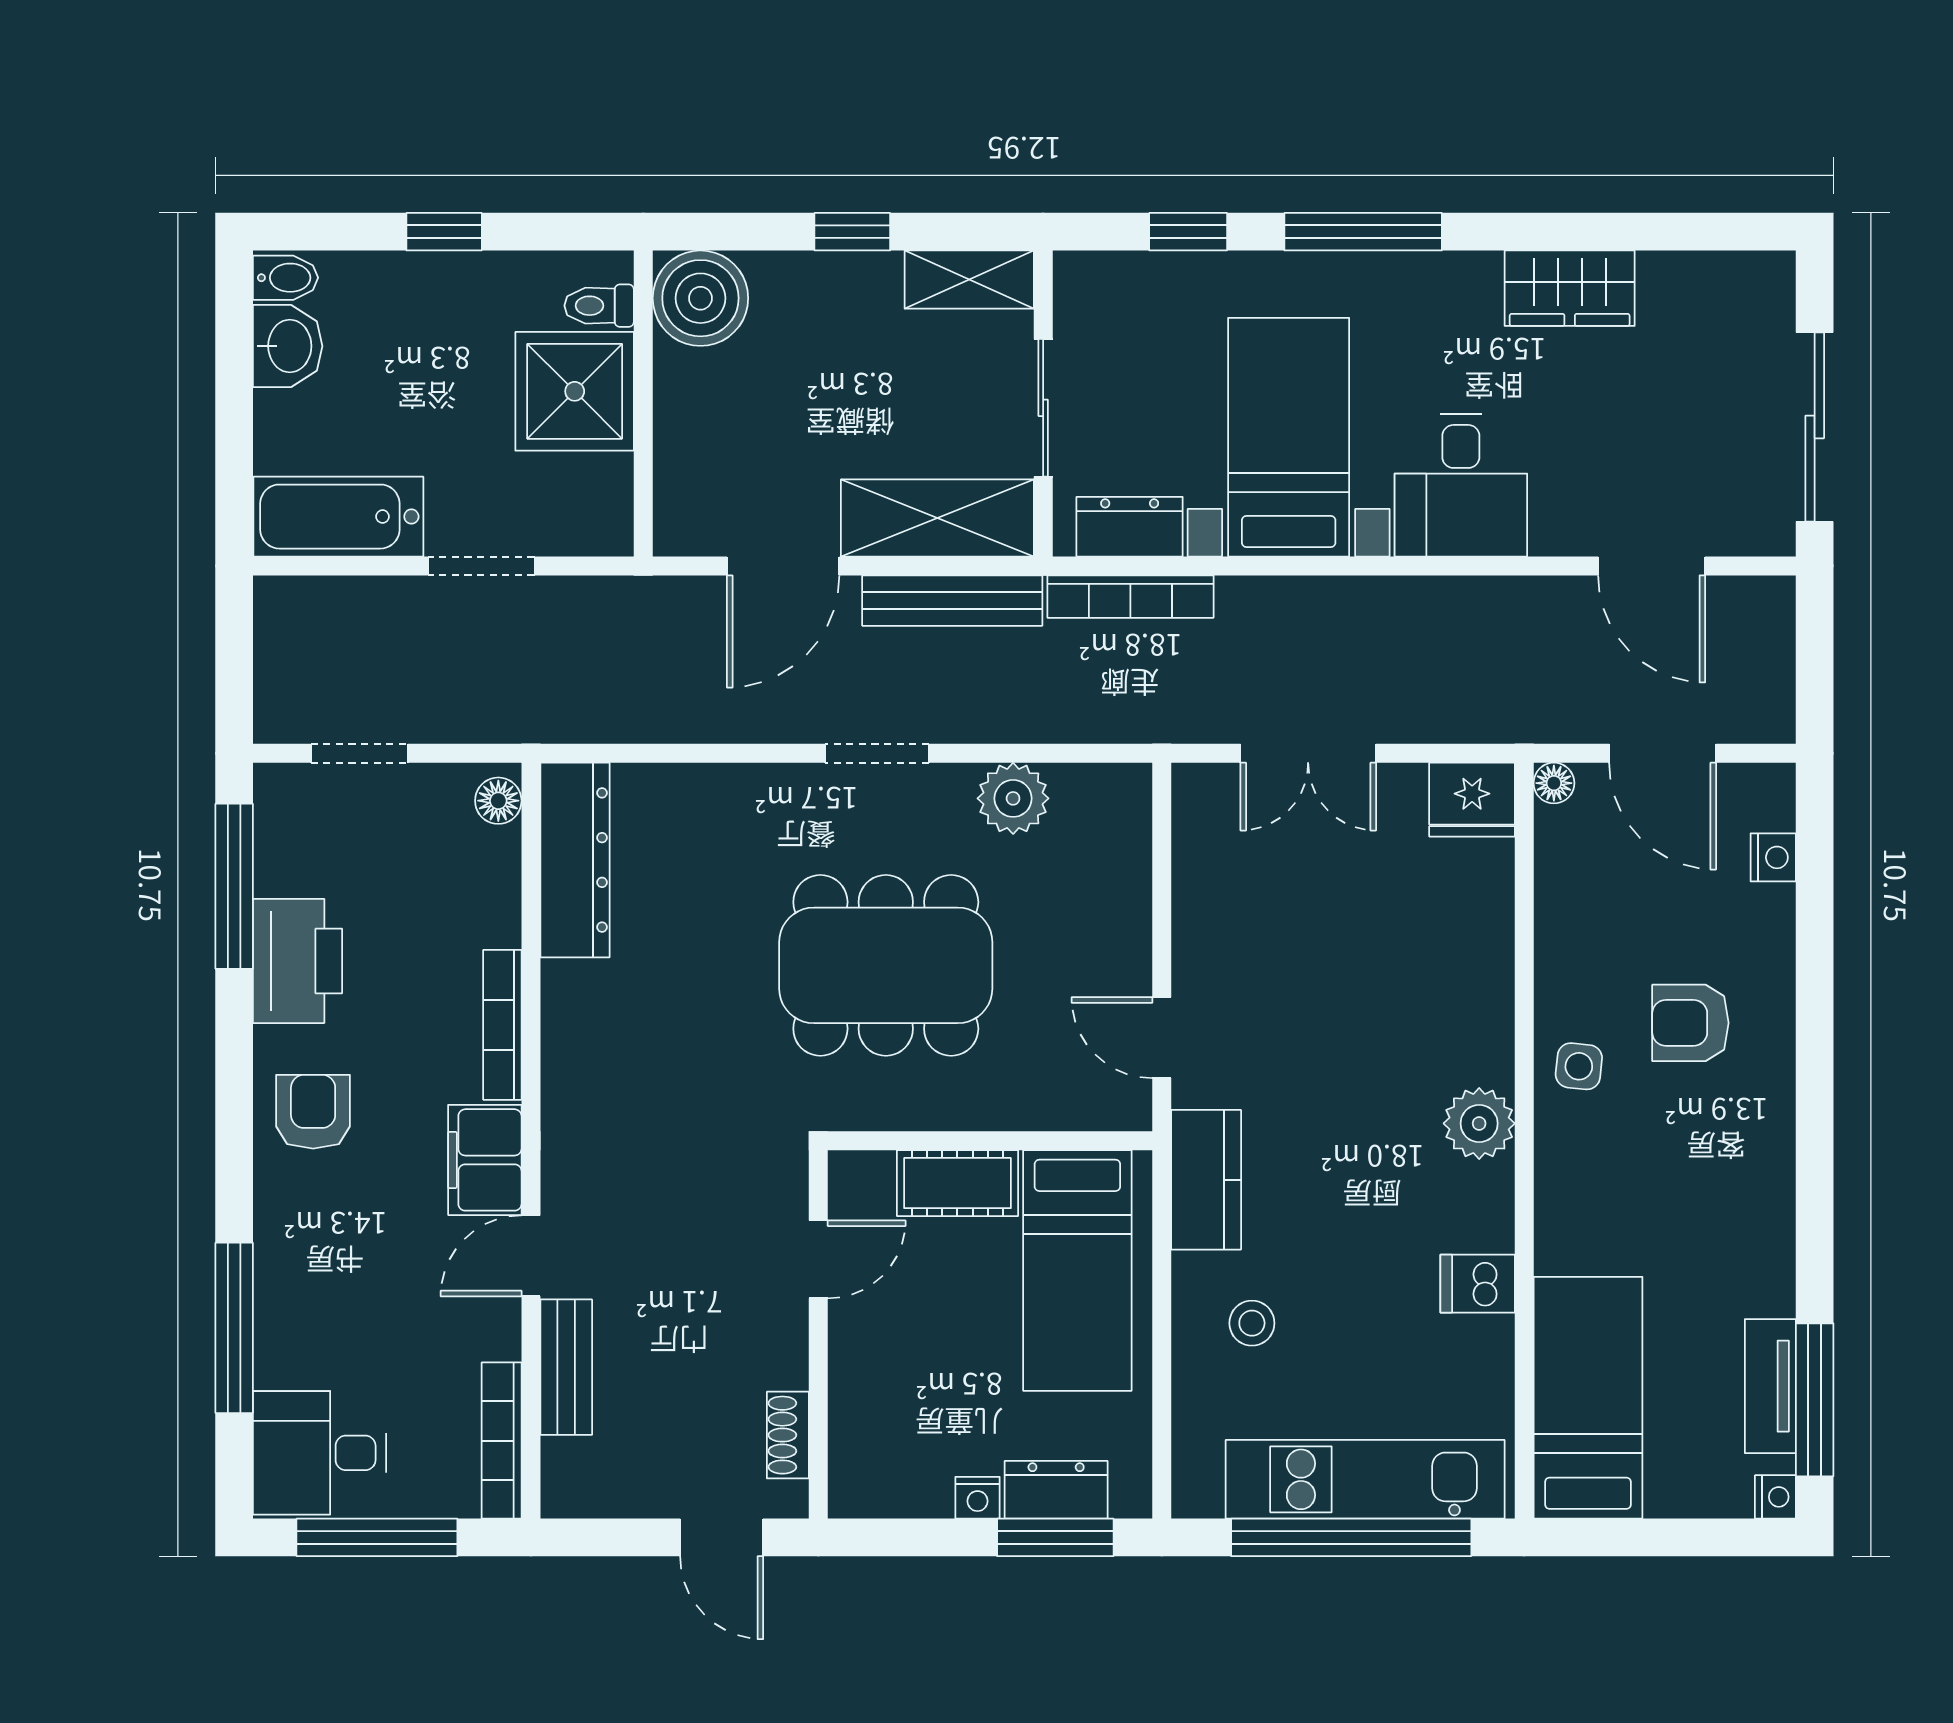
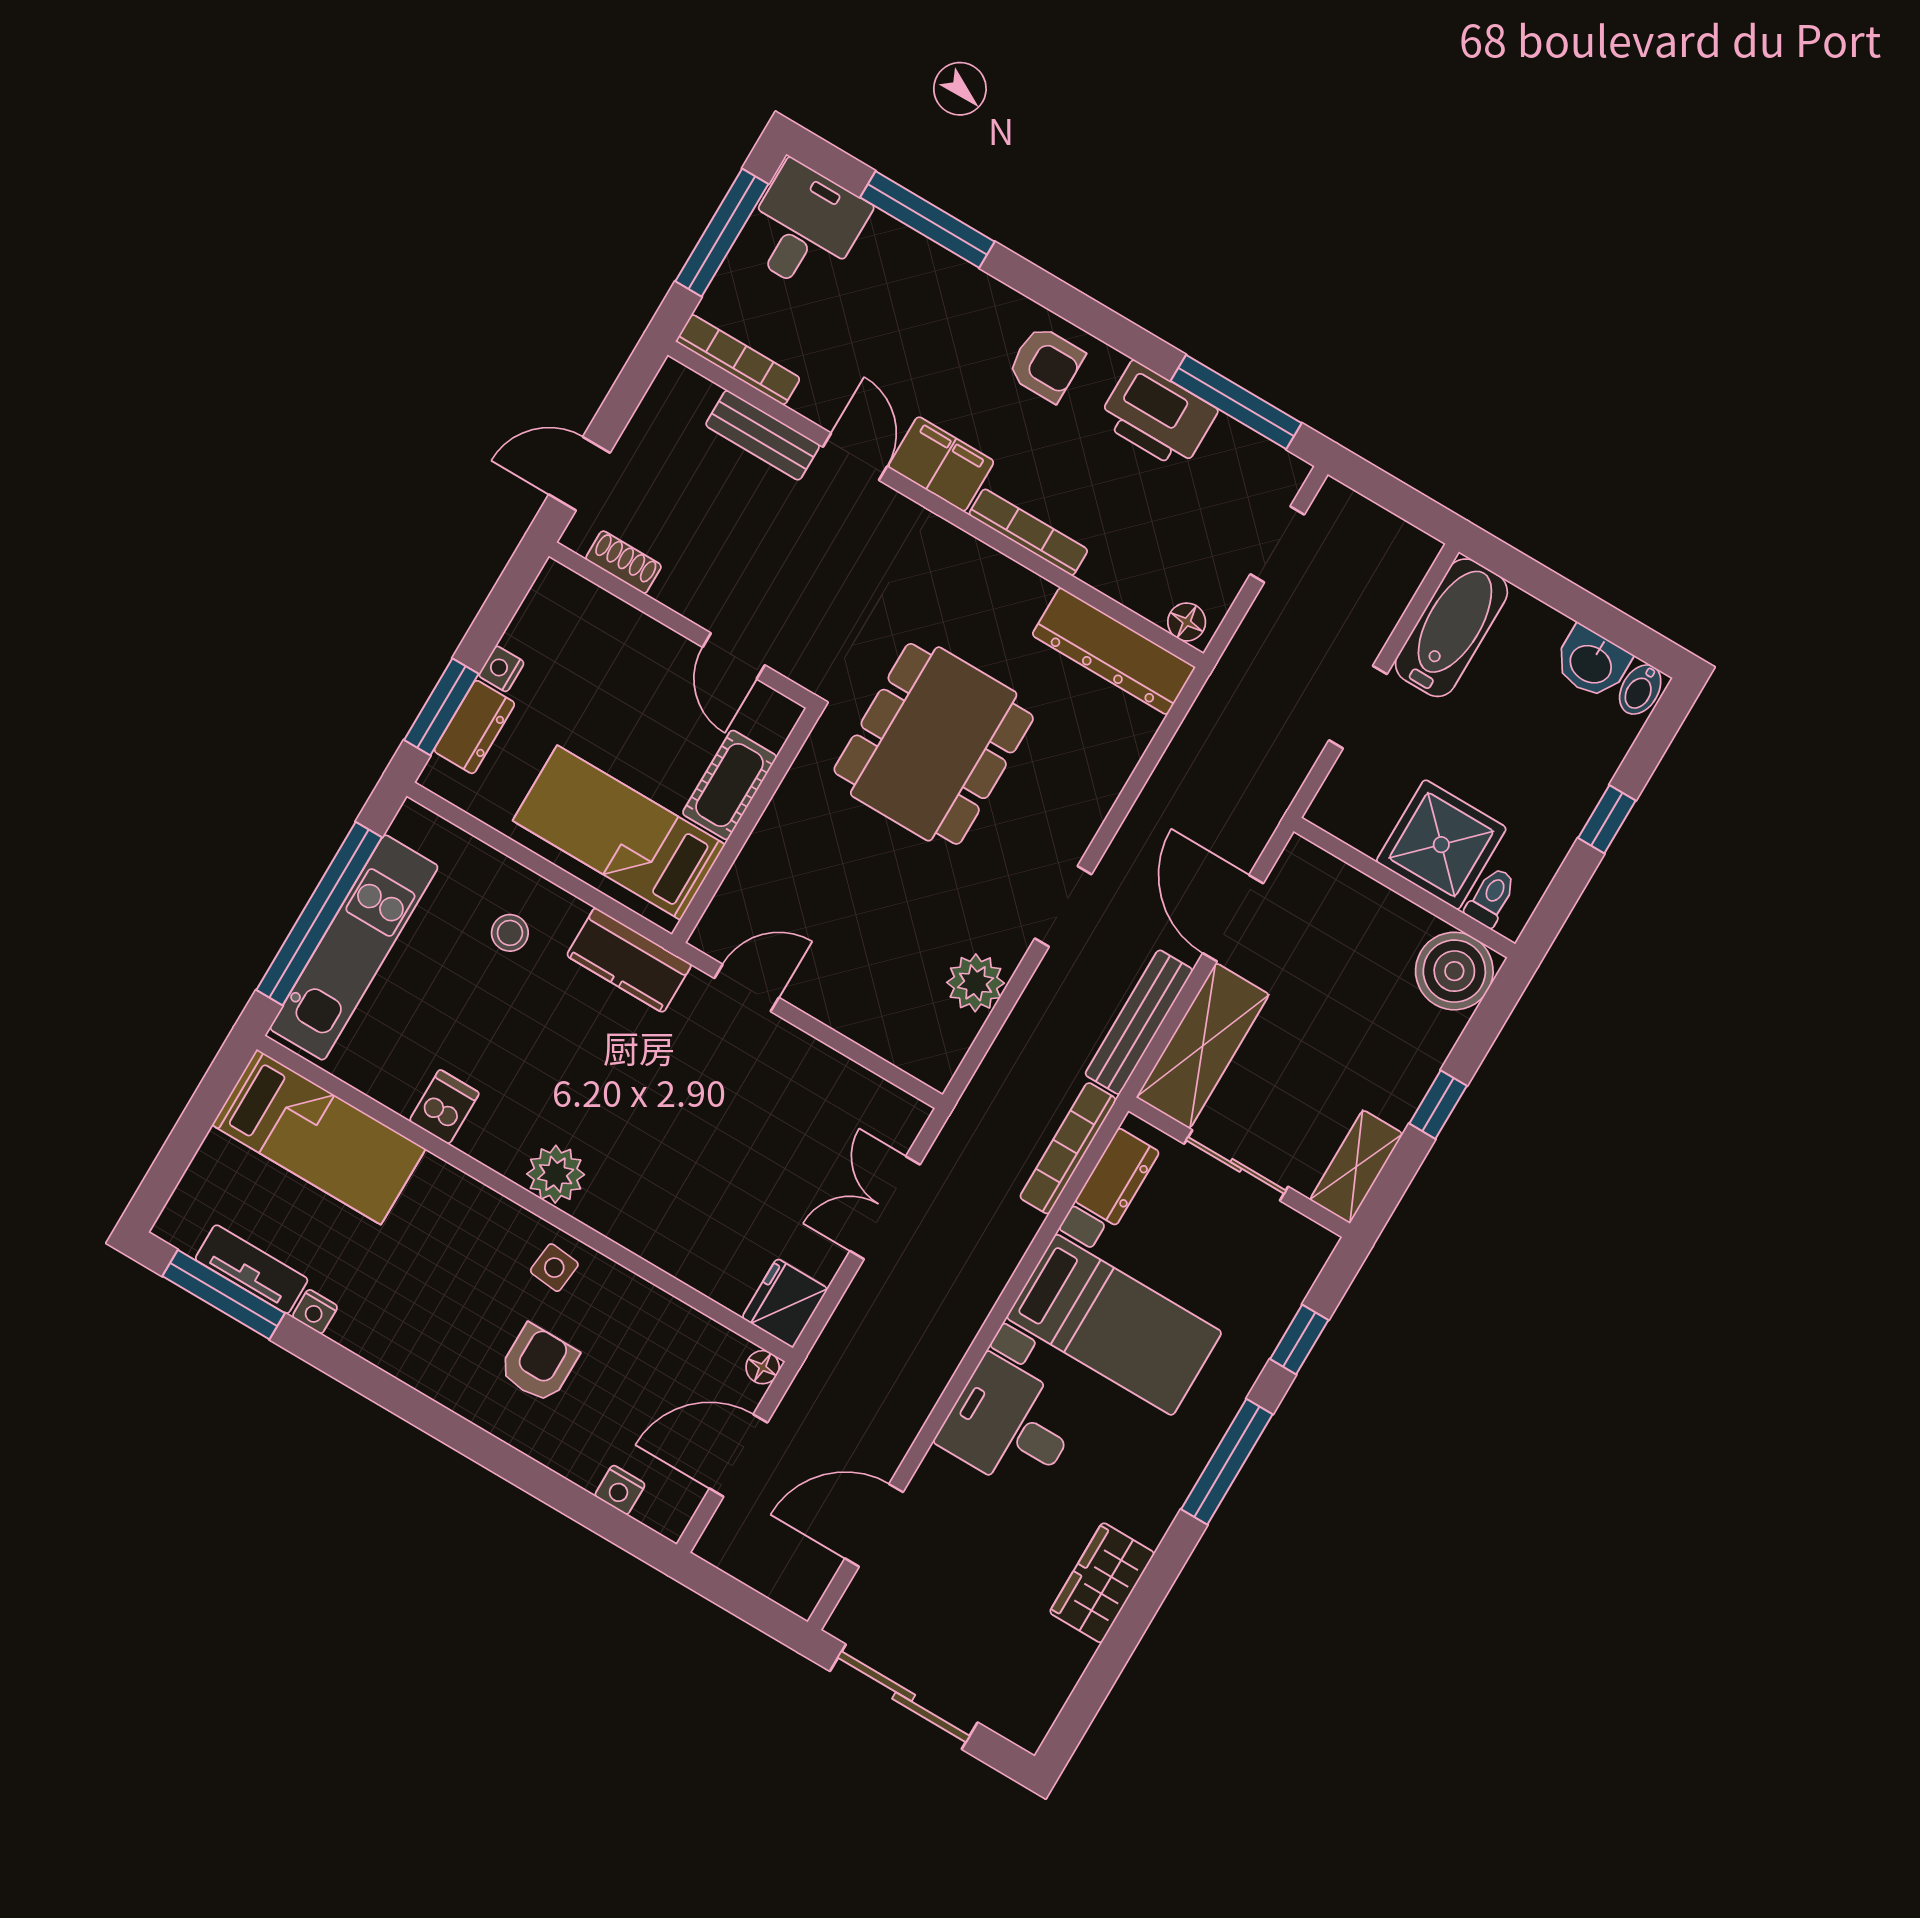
dining table: (886, 965) -> (934, 744), moved
nightstand: (1775, 1497) -> (315, 1312), moved

